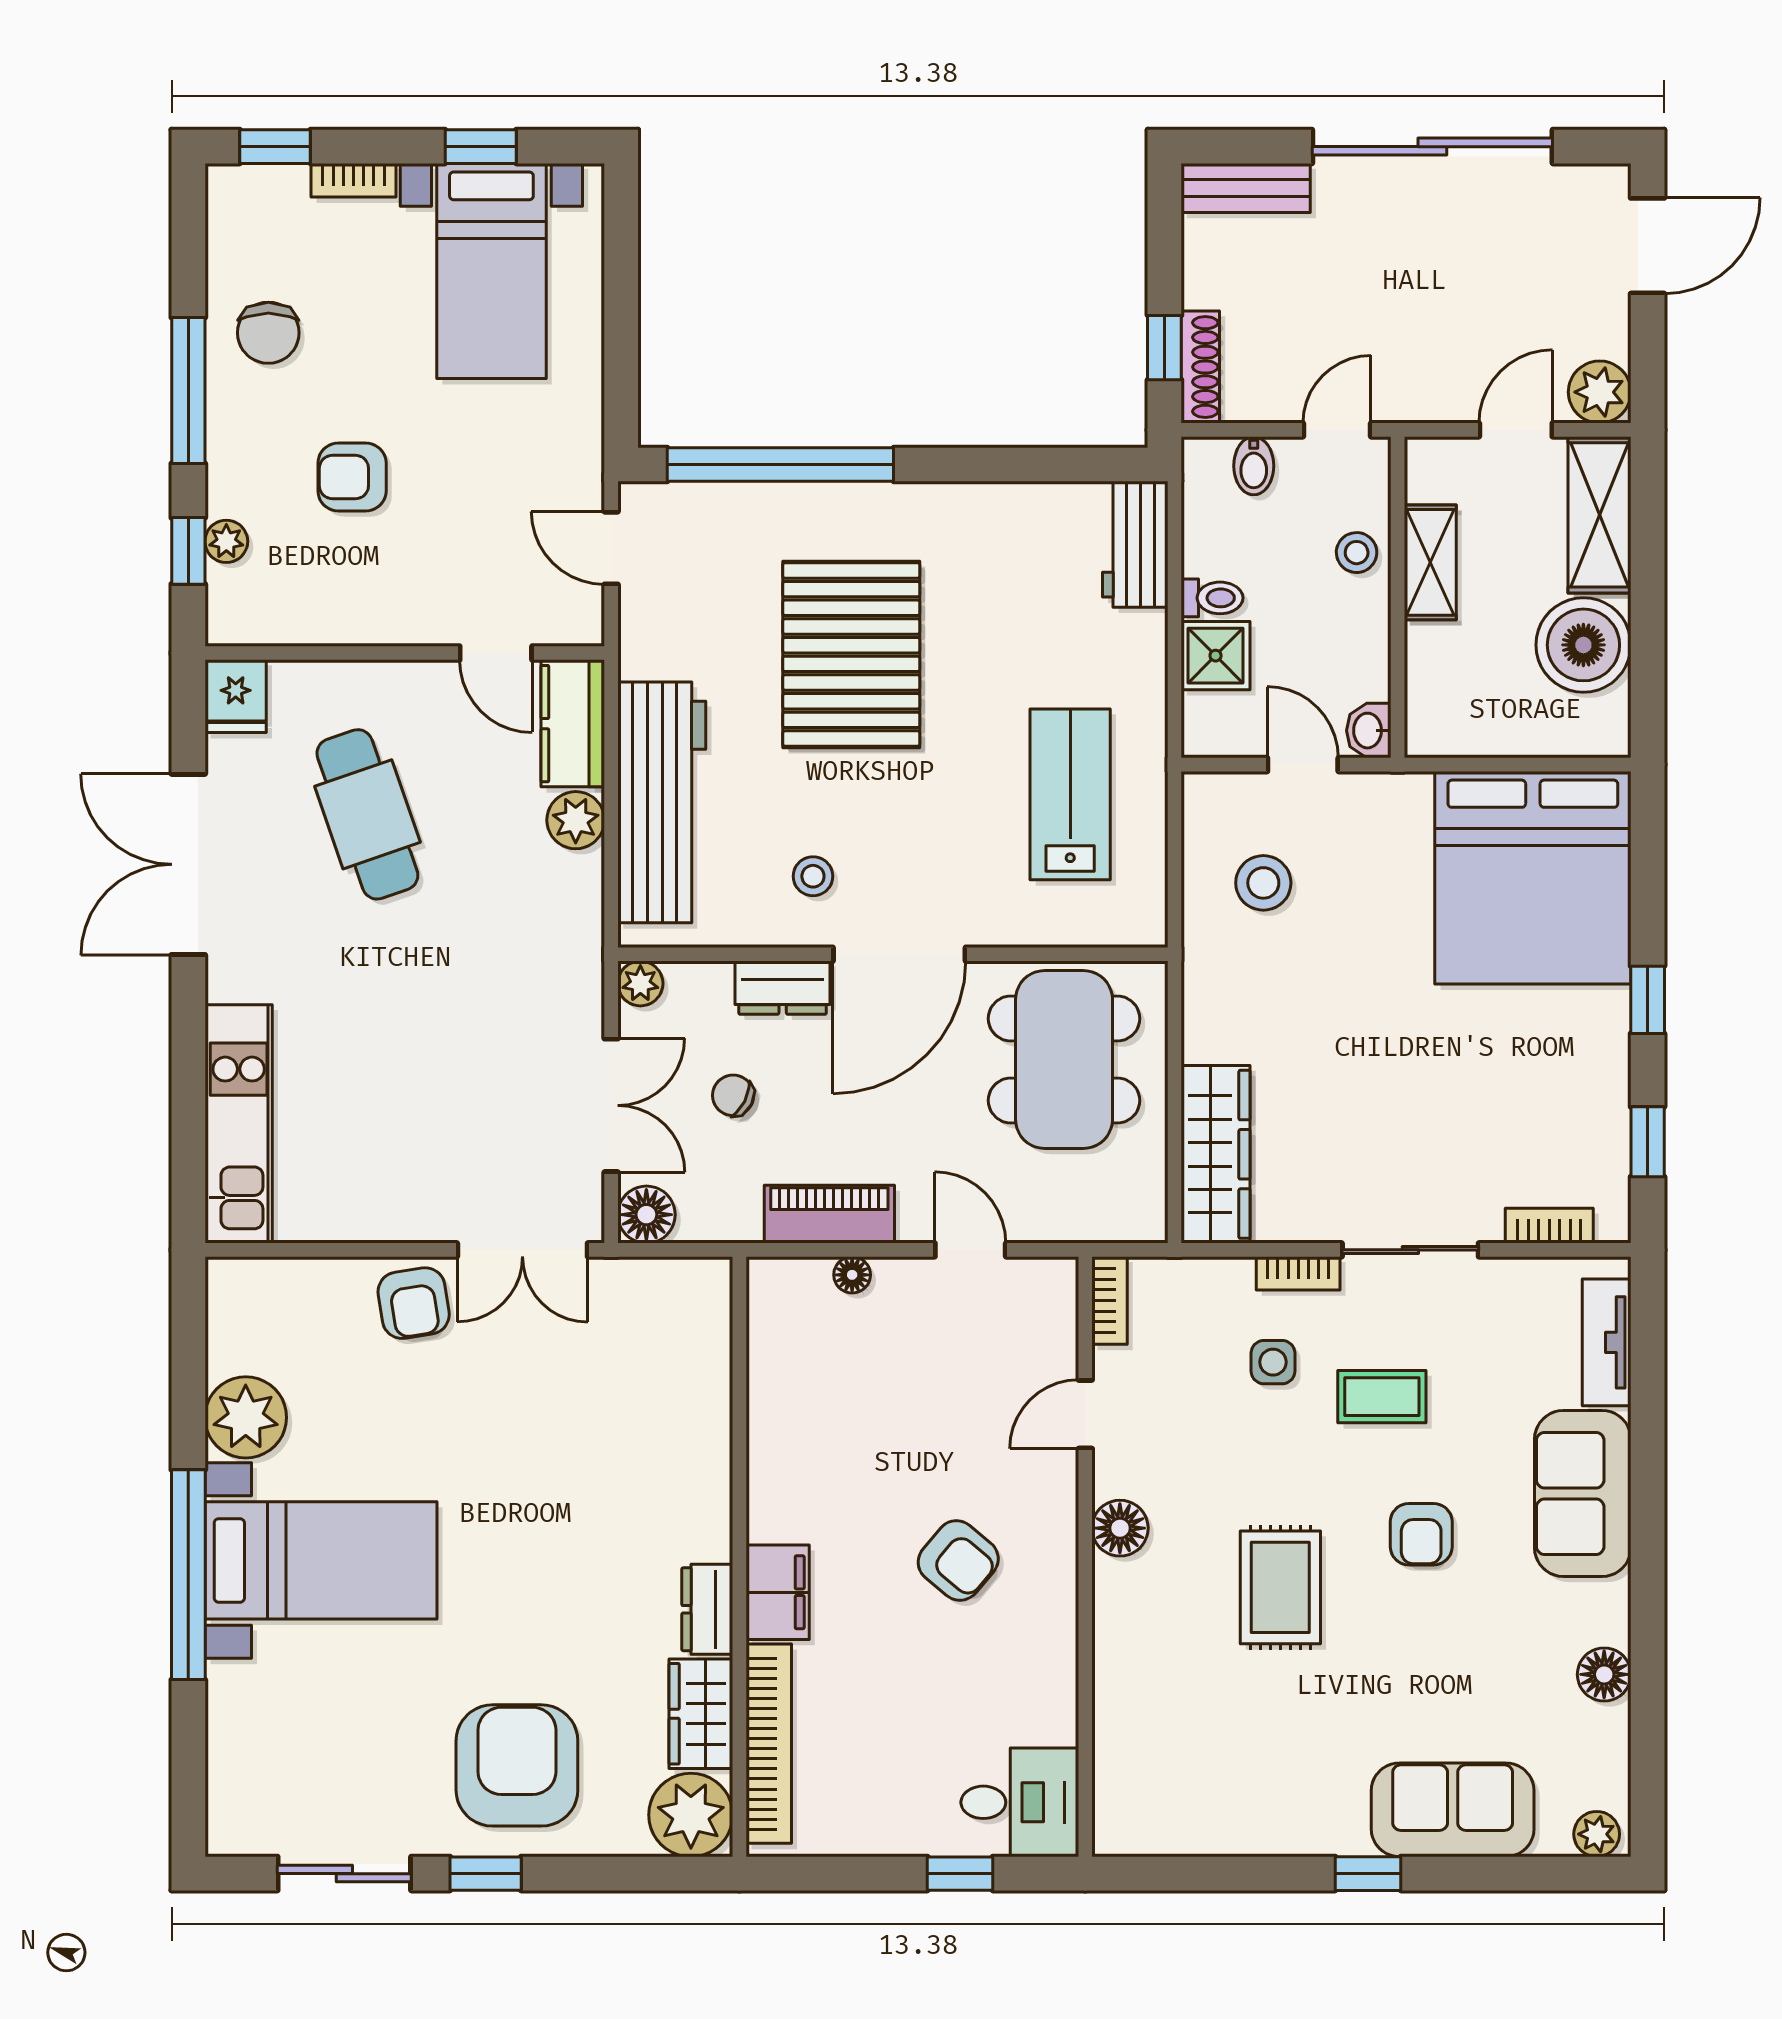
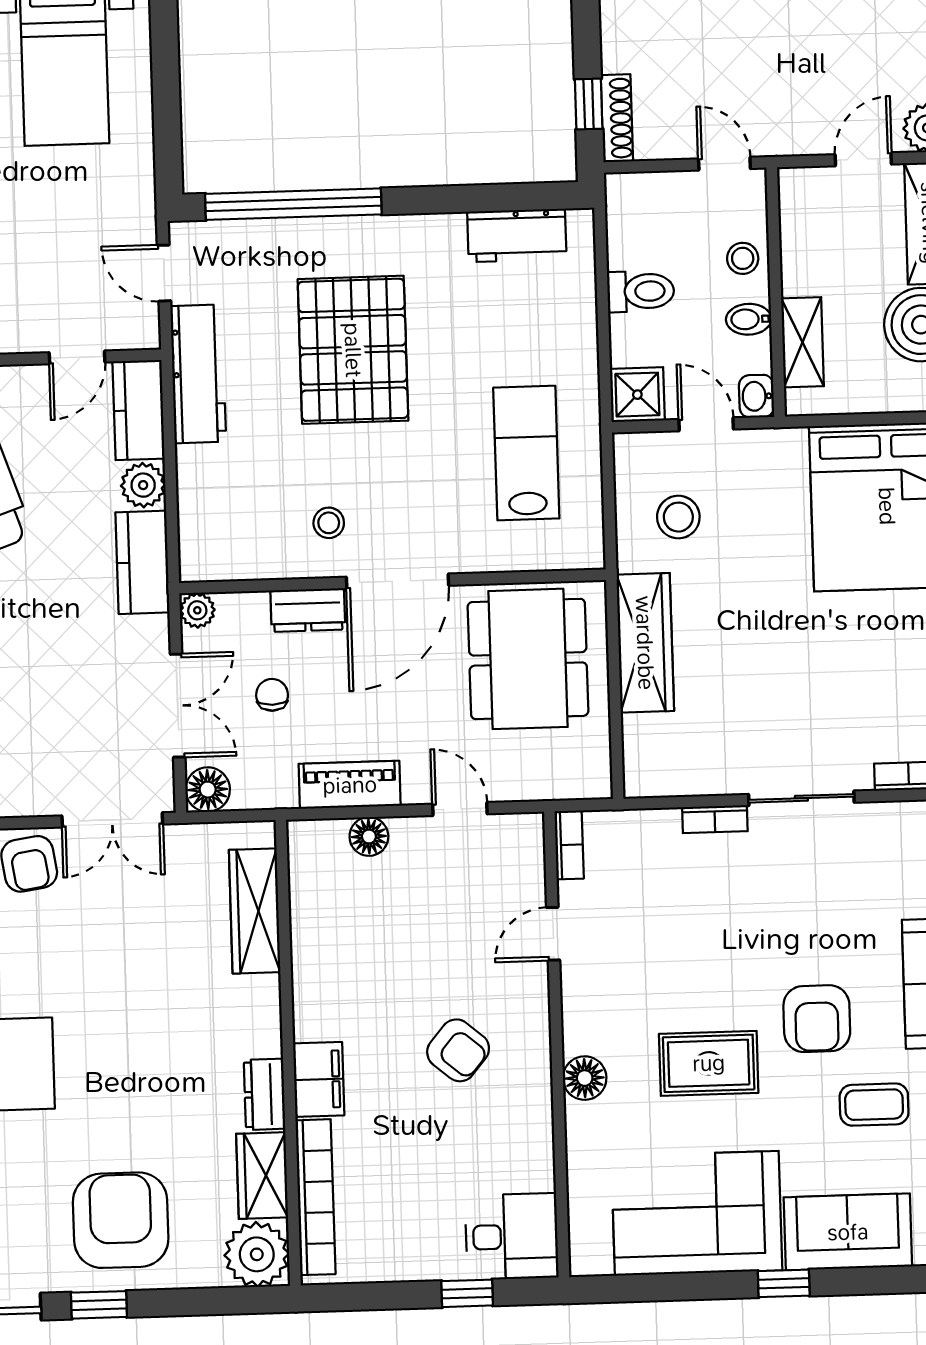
door: (1337, 430) -> (724, 164), hinge flipped
bidet: (1254, 466) -> (749, 319), moved, turned 90
workbench: (1135, 544) -> (517, 235), moved, turned -90
shelving: (1430, 562) -> (802, 342), moved
toilet: (1212, 598) -> (641, 291), width x1.37, depth x1.39
door: (496, 653) -> (77, 357), hinge flipped
shower: (1216, 656) -> (637, 395), moved
workbench: (662, 802) -> (198, 374), moved, width x0.73, depth x0.76
kitchen counter: (572, 920) -> (142, 562), added
chair: (733, 1095) -> (272, 695), turned 63
wardrobe: (1216, 1154) -> (645, 643), moved
floor lamp: (852, 1275) -> (369, 836), width x1.37, depth x1.37
side table: (1273, 1362) -> (698, 889), removed
wardrobe: (702, 1373) -> (255, 911), added
coffee table: (1382, 1397) -> (874, 1105), moved
floor lamp: (1120, 1528) -> (585, 1078), moved
armchair: (1421, 1534) -> (817, 1019), width x1.38, depth x1.38
rug: (1280, 1587) -> (709, 1063), turned 90
corner sofa: (1259, 1780) -> (697, 1213), added

